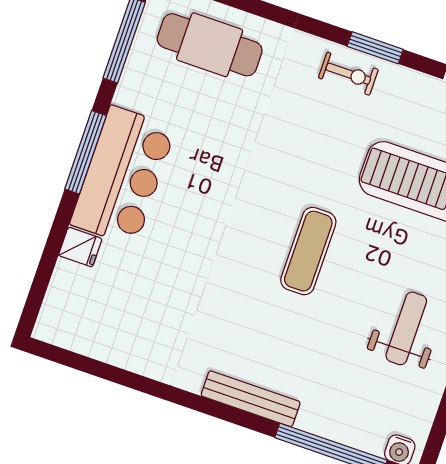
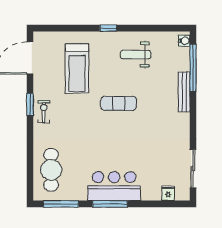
fridge: (80, 247) -> (168, 193), moved
sliding door: (101, 370) -> (193, 169), added
bench: (251, 399) -> (184, 92), moved

